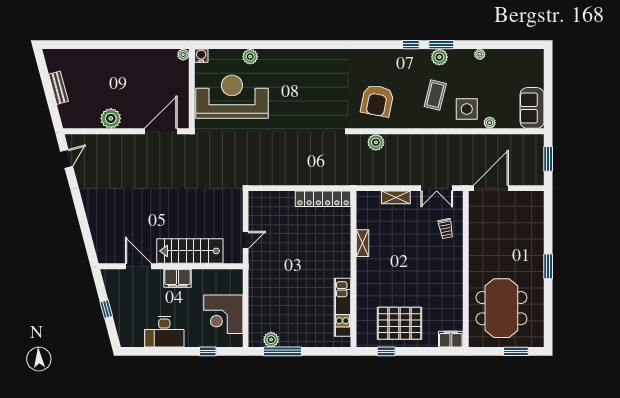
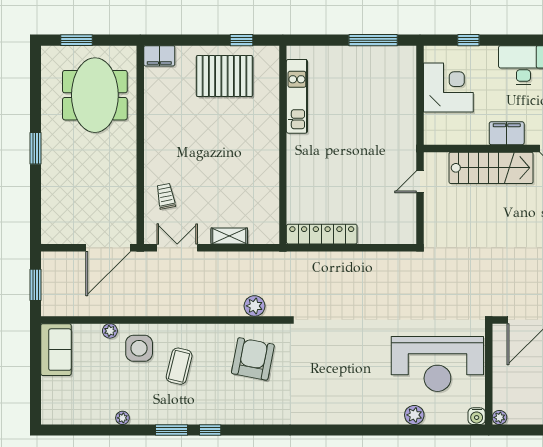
plant: (439, 57) -> (174, 414), removed
shelving: (362, 243) -> (272, 178), removed
plant: (271, 340) -> (388, 55), removed

